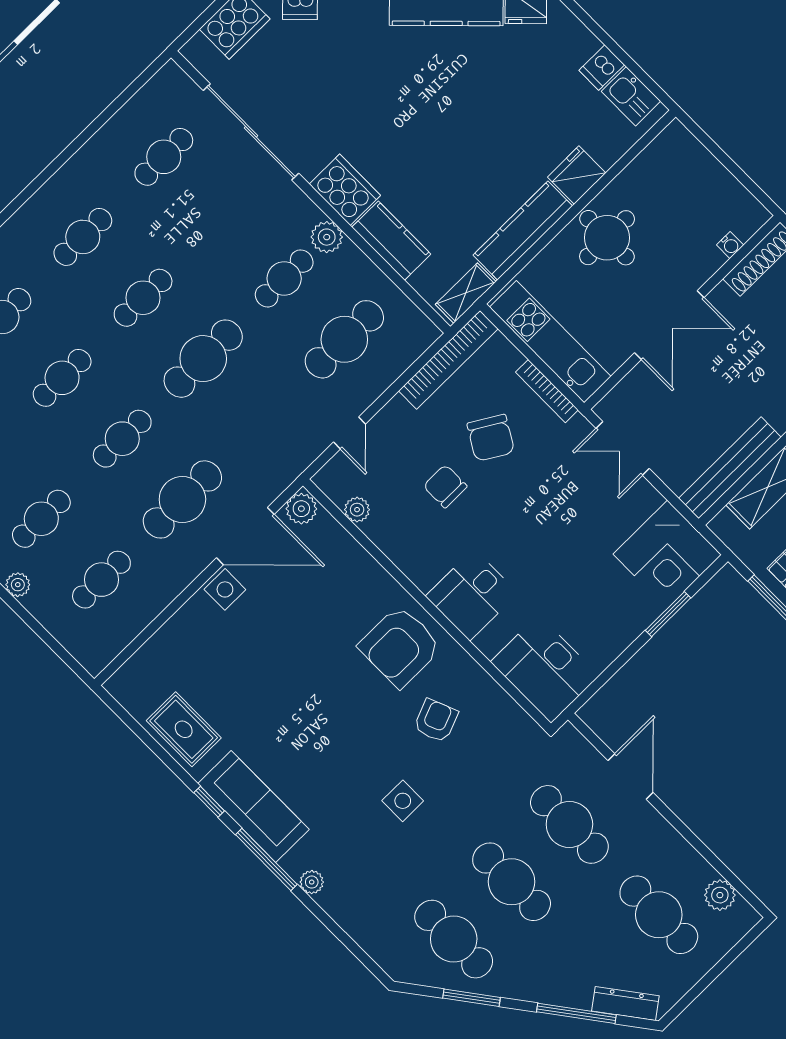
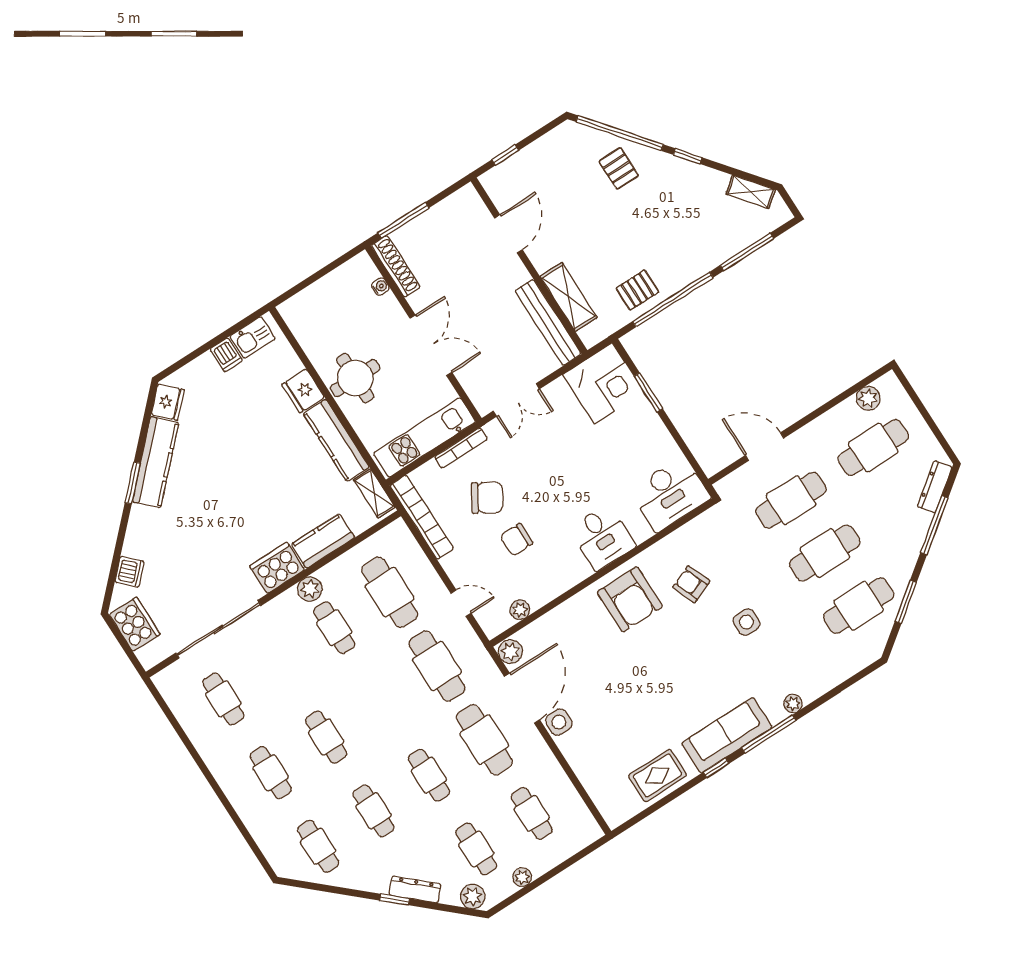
cafe table: (203, 359) -> (437, 666), moved

